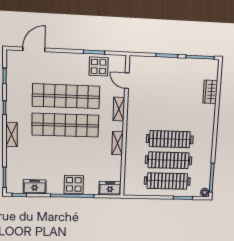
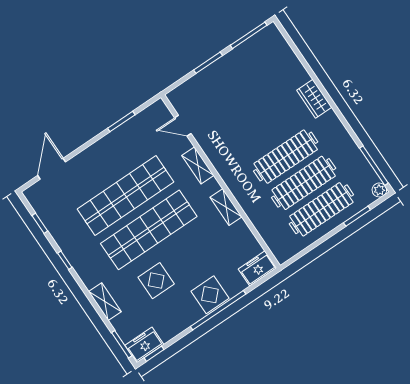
display table: (99, 67) -> (156, 281), moved
wardrobe: (210, 92) -> (314, 99), moved
shelving: (12, 135) -> (105, 302), moved
freezer: (35, 187) -> (144, 345), moved

